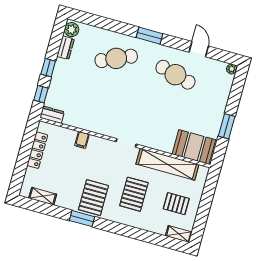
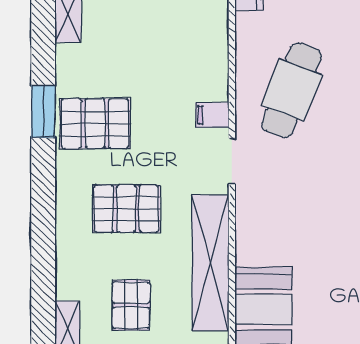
cafe table: (102, 109) -> (292, 90), added
filing cabinet: (82, 140) -> (212, 115), moved

